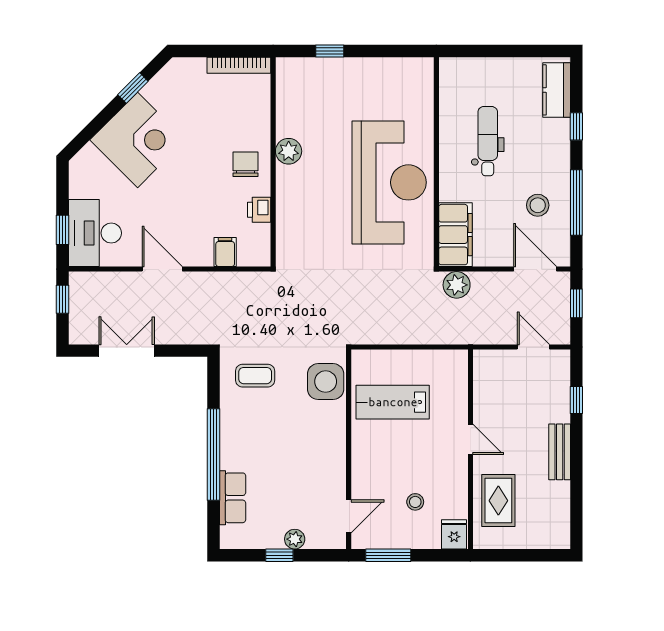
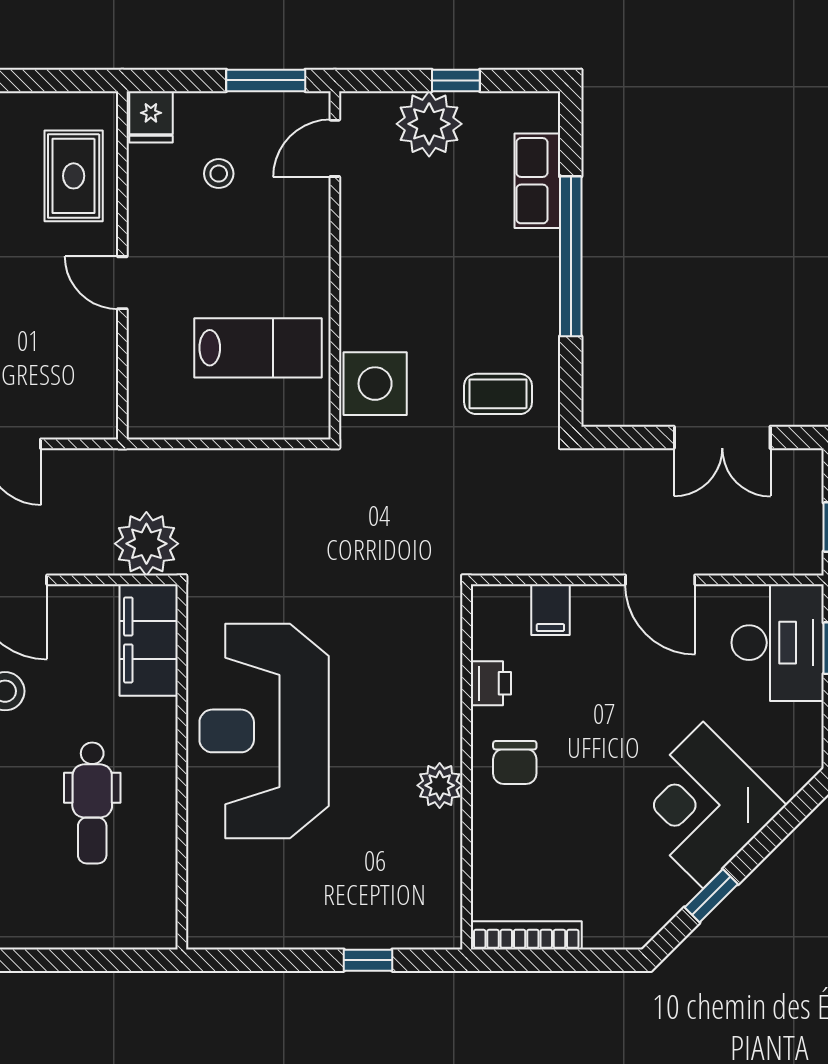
plant: (457, 285) -> (146, 544), width x1.36, depth x1.36
plant: (295, 539) -> (429, 124), width x1.87, depth x1.87

